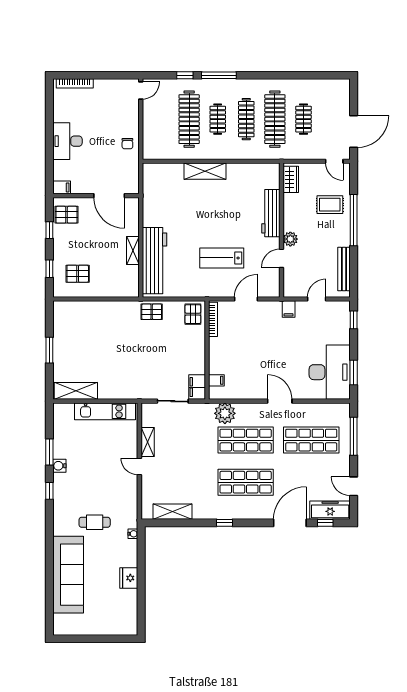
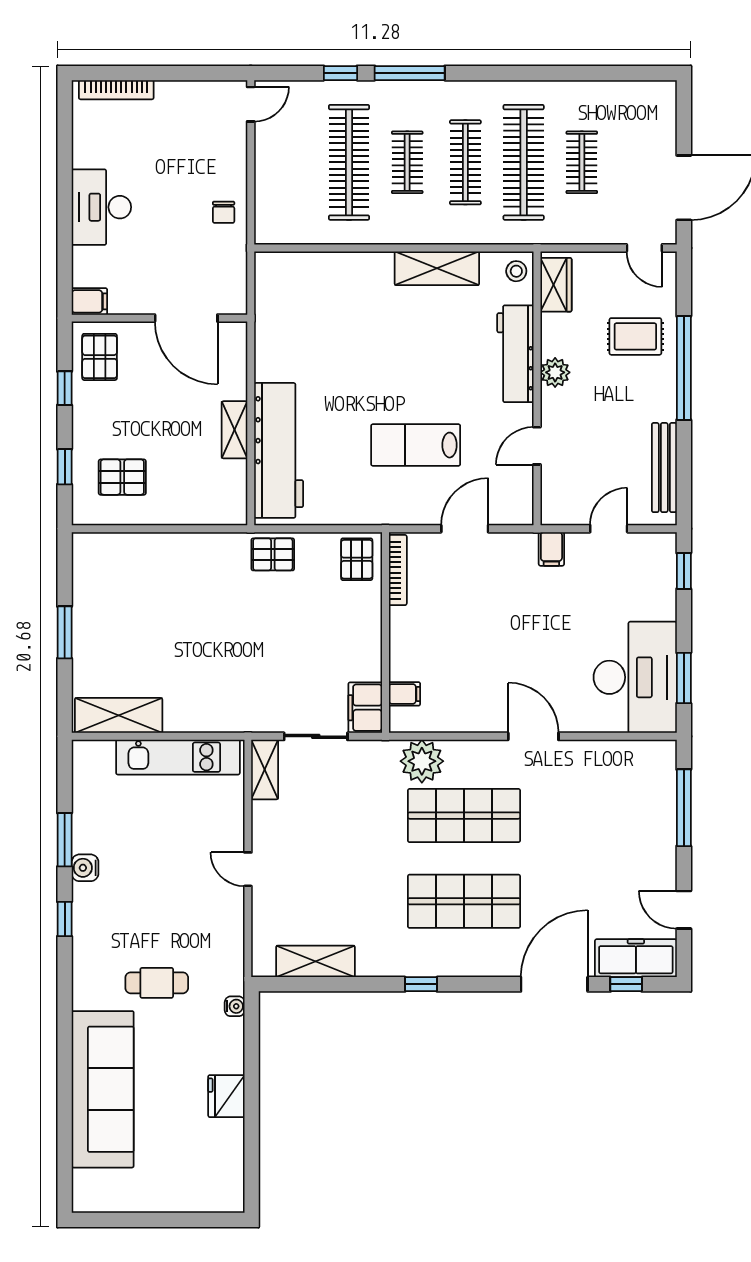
shelving: (205, 171) -> (437, 268), moved
stool: (271, 173) -> (516, 271), added
pallet: (67, 215) -> (100, 357), turned 90
plant: (290, 239) -> (555, 372), moved
shop shelf: (311, 440) -> (598, 816), removed
shelving: (148, 442) -> (265, 770), moved

